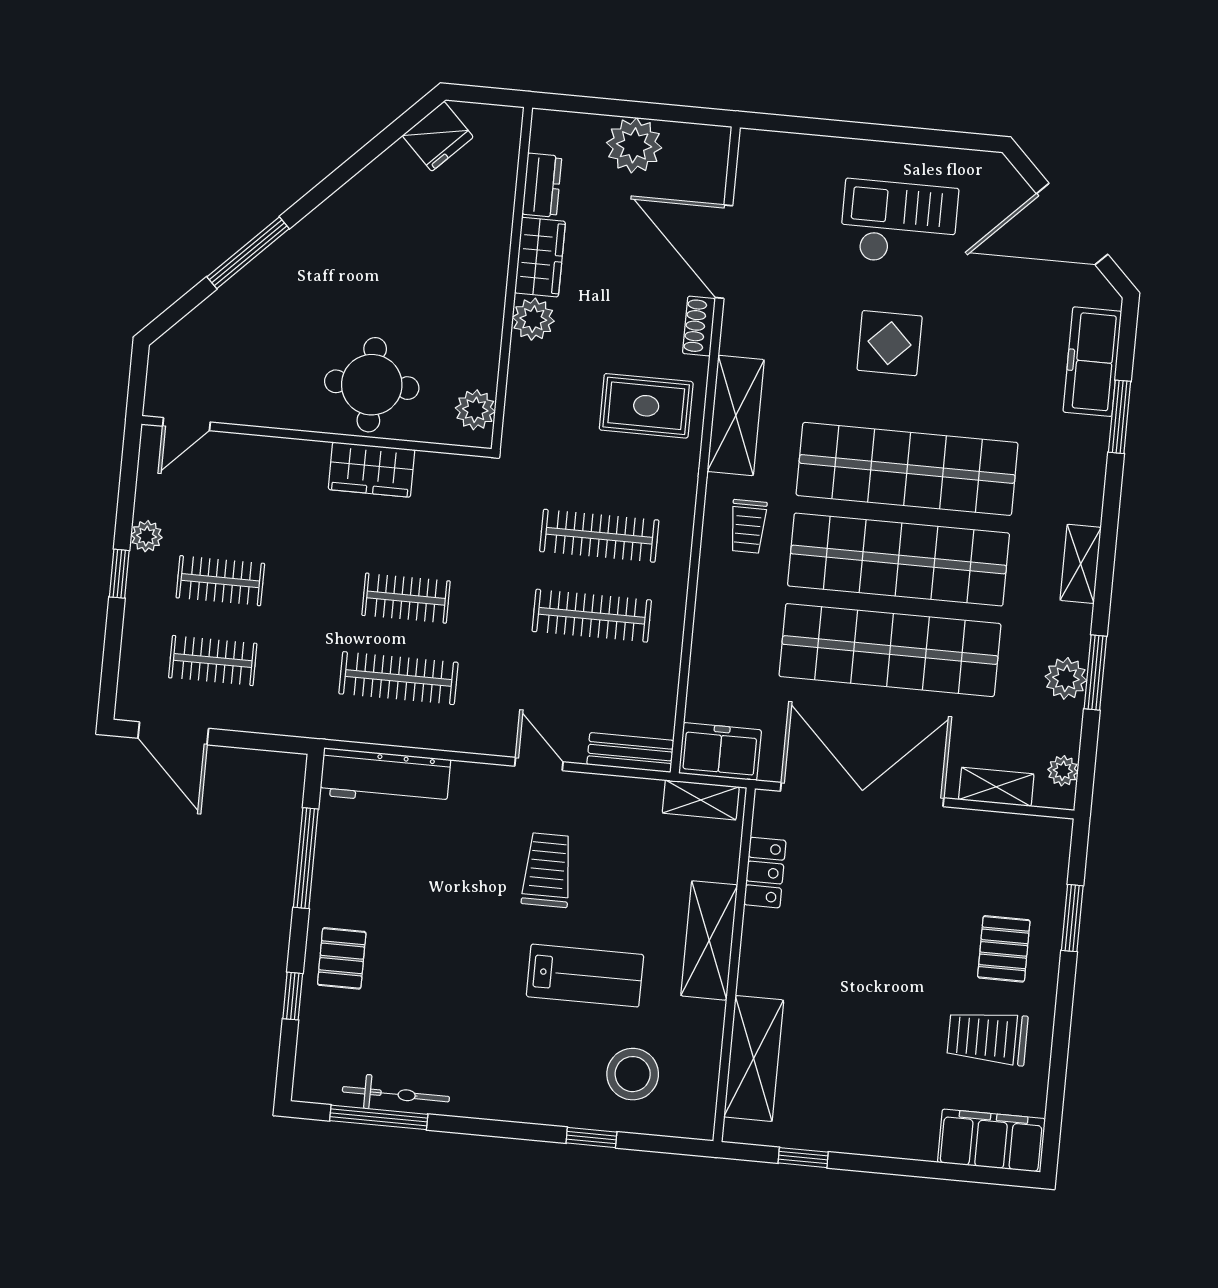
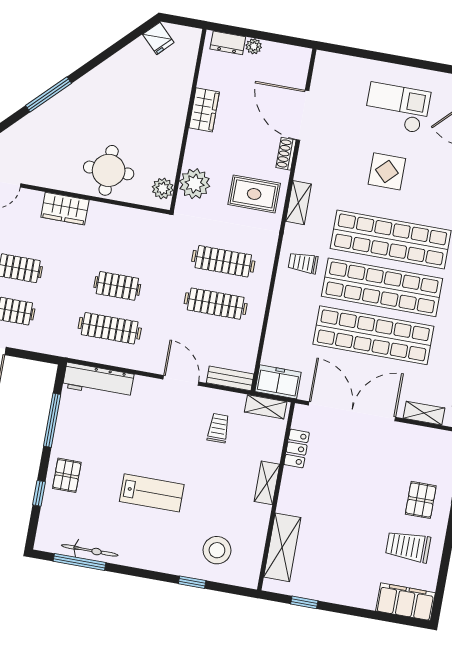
fridge: (438, 136) -> (158, 38), width x0.72
plant: (634, 145) -> (254, 46), width x0.53, depth x0.53
dresser: (542, 185) -> (228, 43), moved, turned 90
plant: (533, 319) -> (195, 184), moved, width x1.36, depth x1.36
shelving: (736, 415) -> (298, 203), width x0.67, depth x0.75
wardrobe: (372, 470) -> (65, 209), moved
trolley: (748, 526) -> (303, 263), turned 90
door: (539, 764) -> (181, 380), width x1.38
trolley: (547, 870) -> (218, 428), moved, width x0.73, depth x0.72
shelving: (709, 940) -> (267, 483), width x0.67, depth x0.75
lab bench: (585, 976) -> (152, 493), moved

